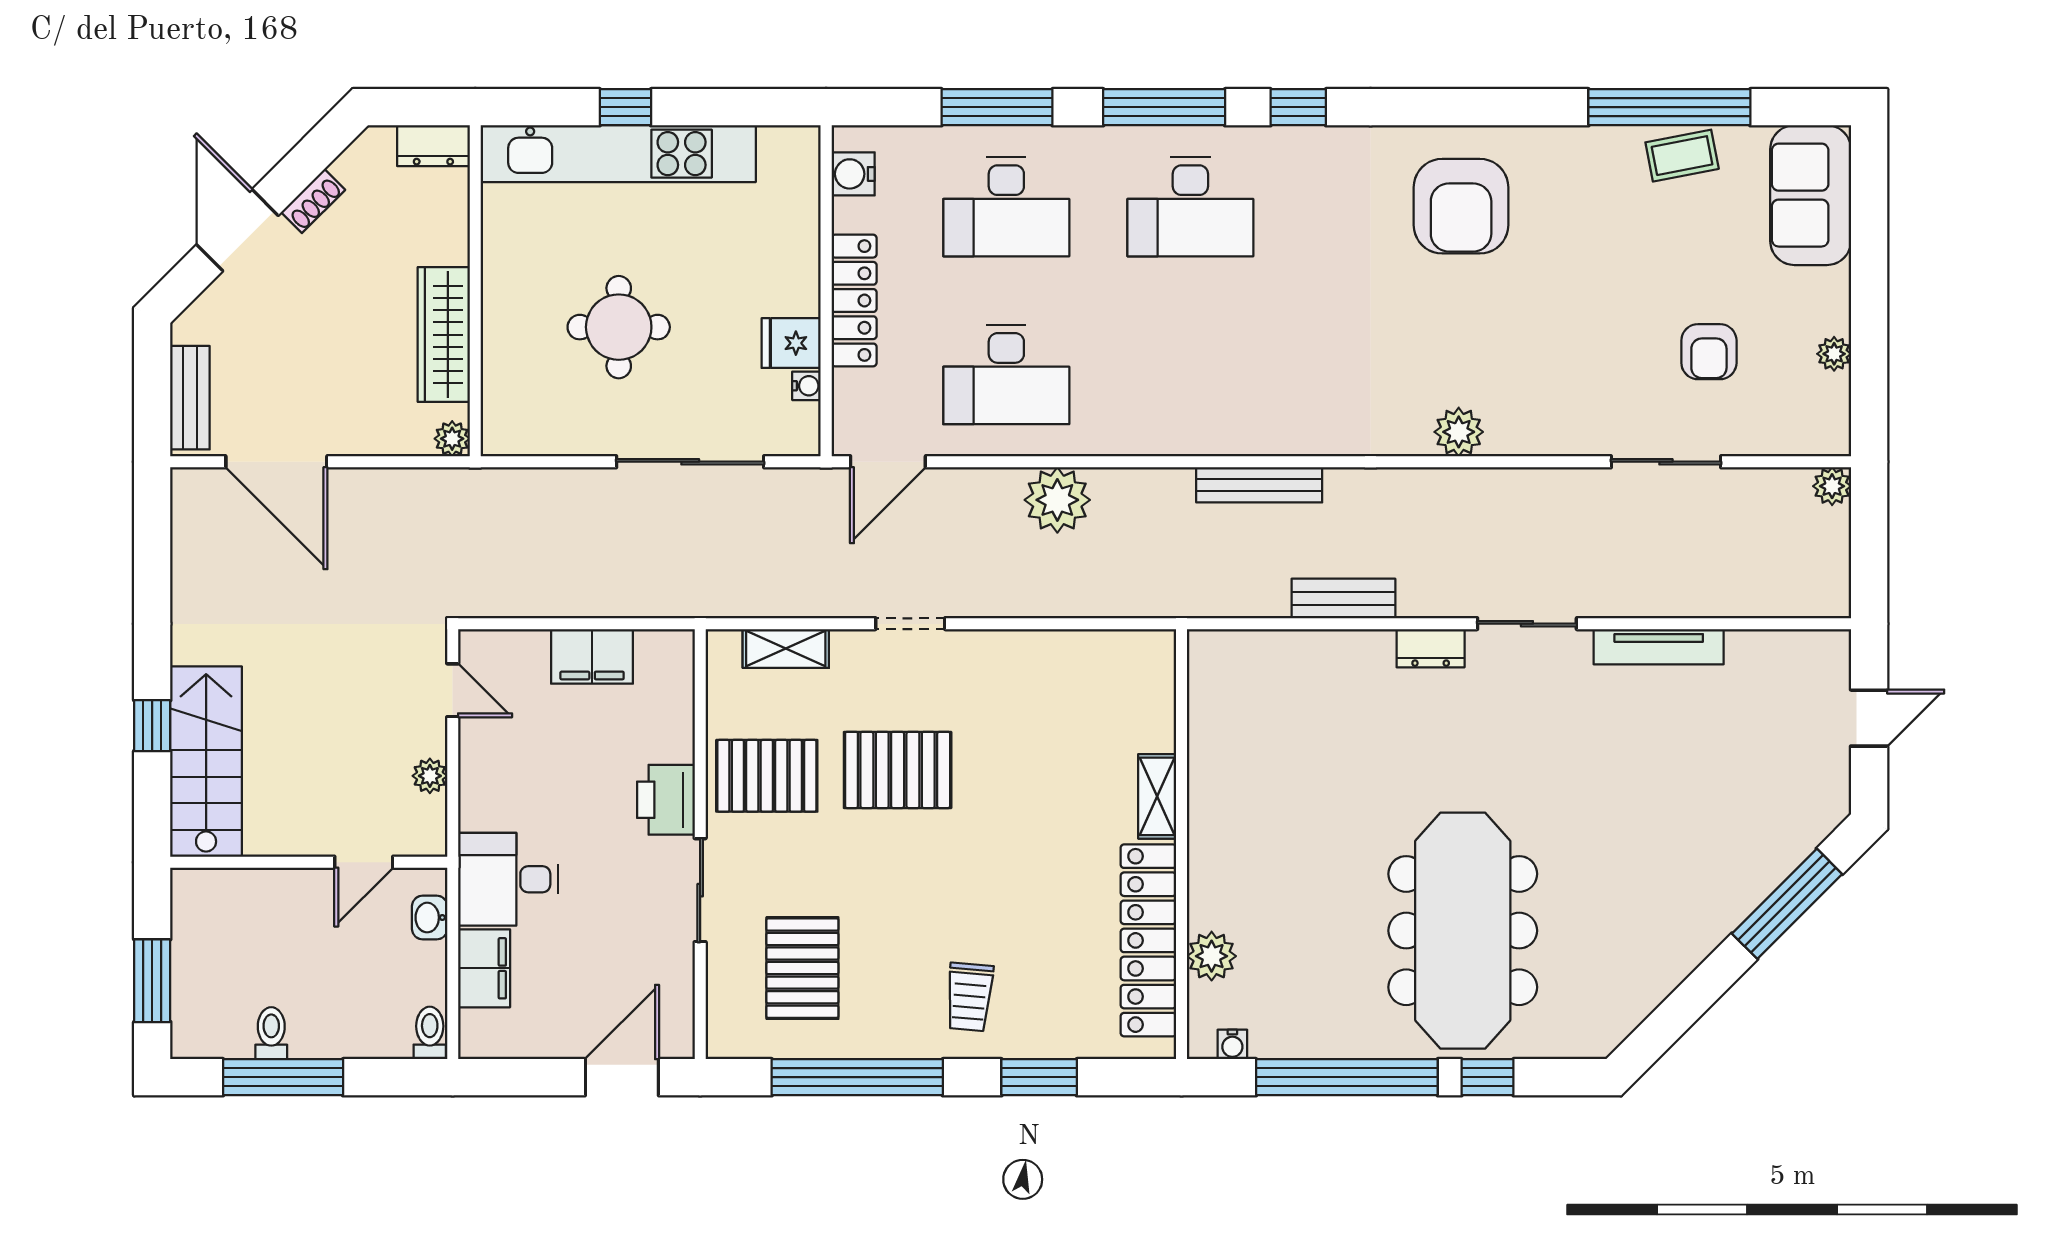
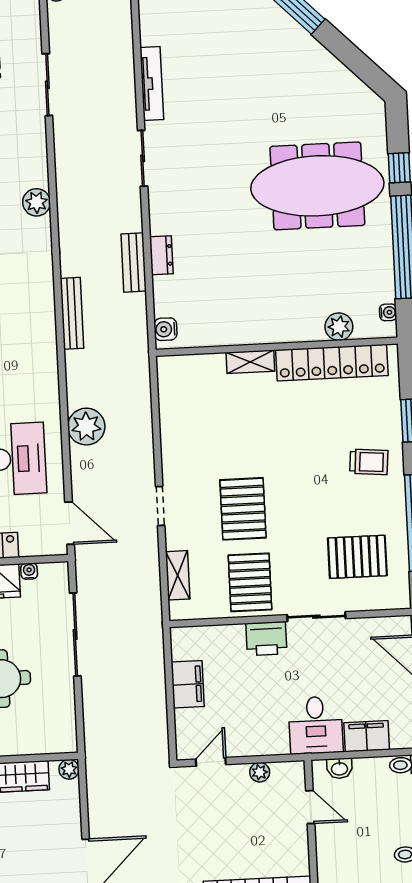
dresser: (1431, 648) -> (161, 255), moved
water cooler: (1223, 649) -> (166, 329), added

